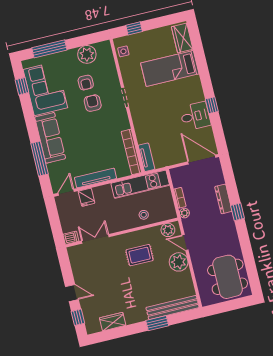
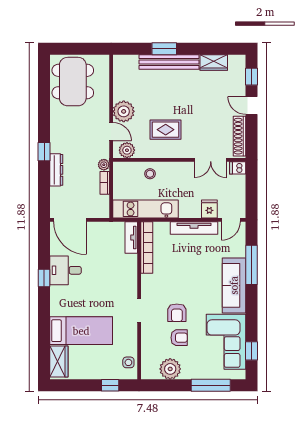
armchair: (86, 83) -> (179, 338), turned 90
shoe rack: (76, 265) -> (240, 136), added
bench: (173, 308) -> (169, 62), moved

